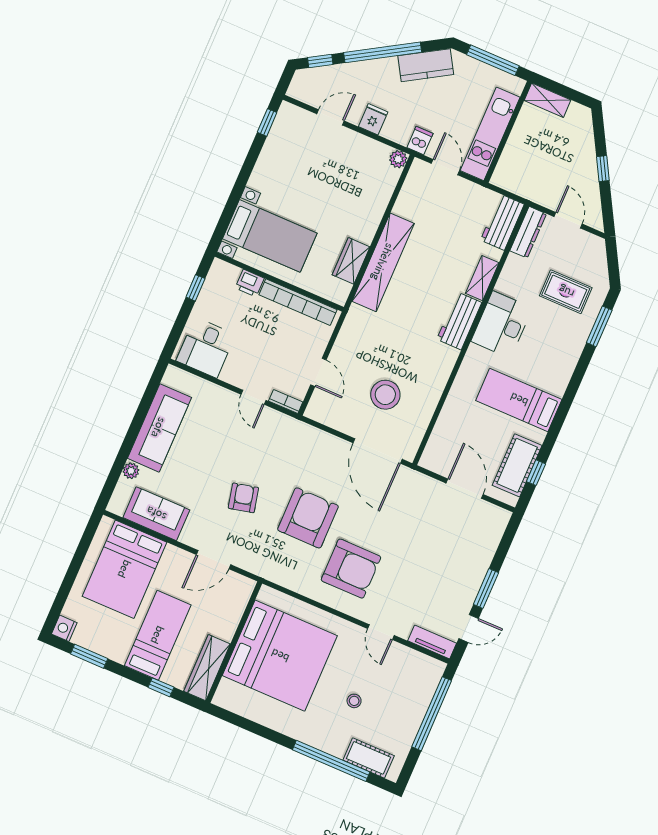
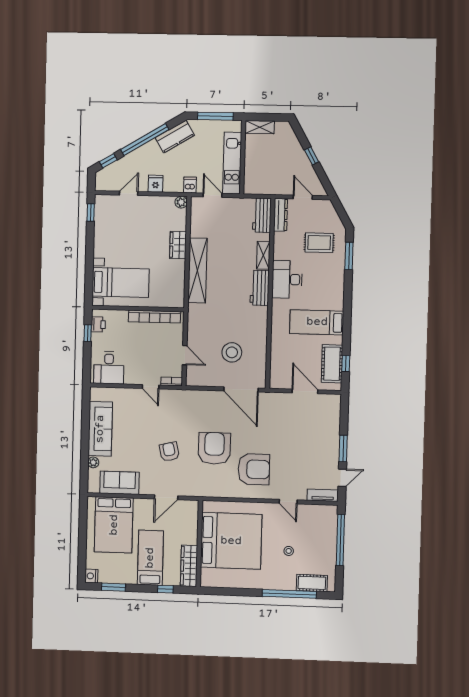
wardrobe: (351, 261) -> (178, 245), moved
printer: (250, 283) -> (98, 324), moved, turned -90

